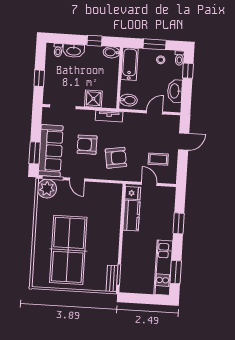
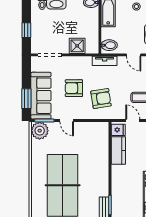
door: (154, 112) -> (134, 55), swing flipped
tv unit: (109, 116) -> (105, 61), moved

